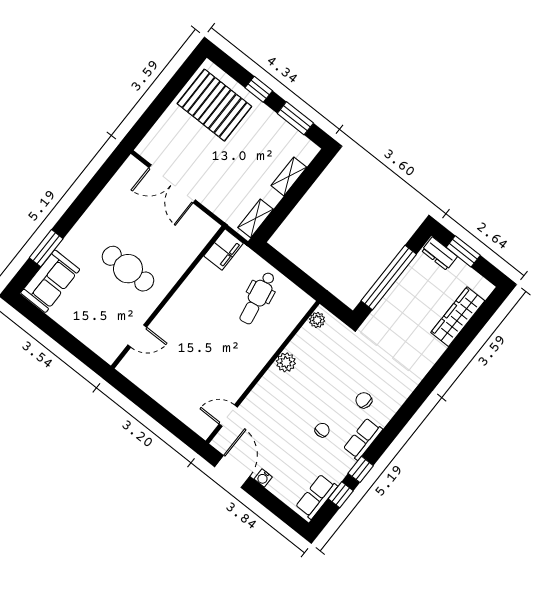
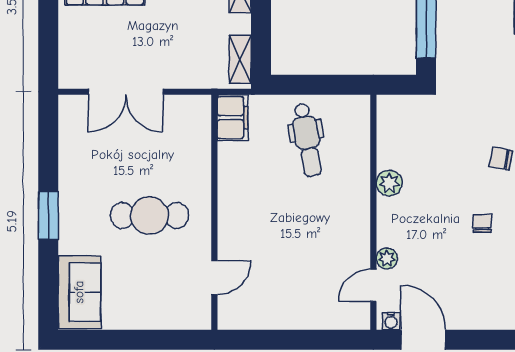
window: (46, 248) -> (48, 215), moved
plant: (317, 320) -> (387, 258), moved
water cooler: (263, 478) -> (391, 321), moved

